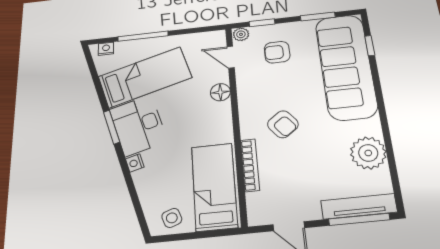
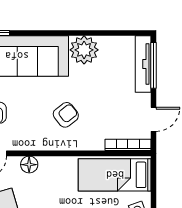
plant: (368, 153) -> (84, 50), moved
bookcase: (250, 165) -> (128, 145), moved

